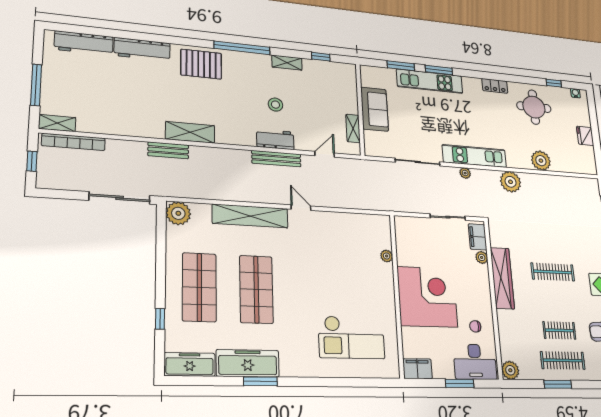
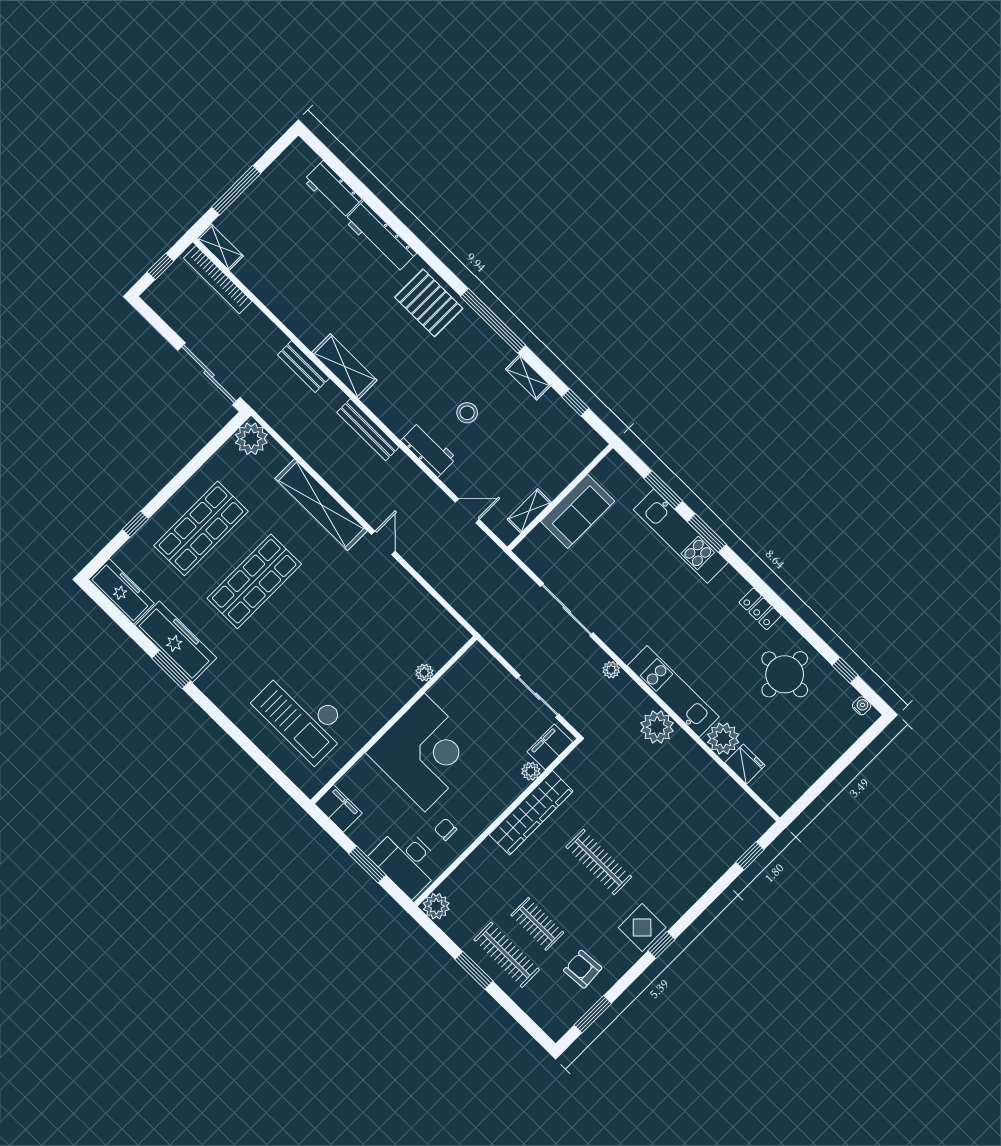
workbench: (84, 43) -> (333, 190), width x0.73
fridge: (585, 136) -> (745, 764), moved, turned 90
kitchen unit: (474, 156) -> (673, 691), moved
bench: (276, 159) -> (368, 430), moved

